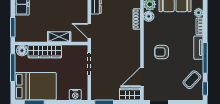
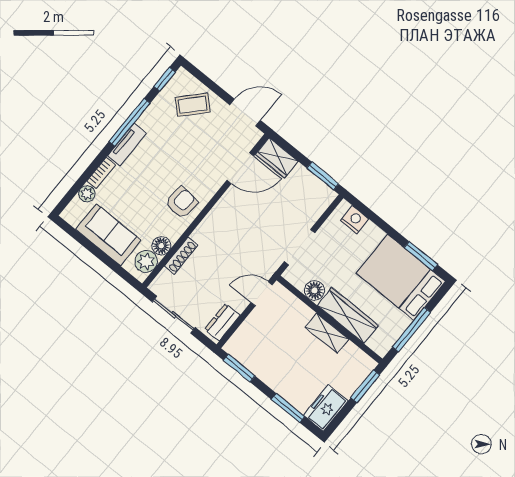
door: (89, 31) -> (262, 294), swing flipped
shelving: (59, 37) -> (327, 333), moved
floor lamp: (22, 51) -> (314, 290), moved
armchair: (162, 52) -> (182, 203), moved, turned -85
coffee table: (192, 80) -> (193, 105), moved

